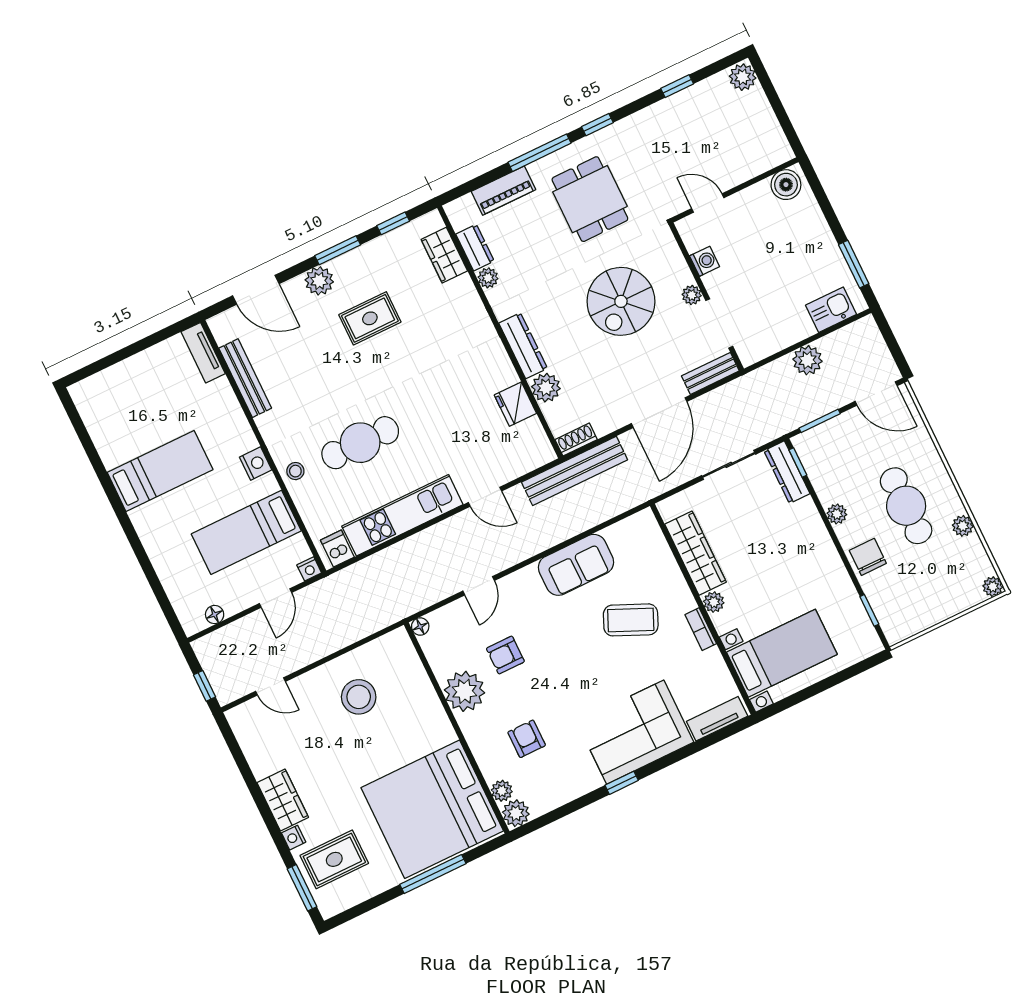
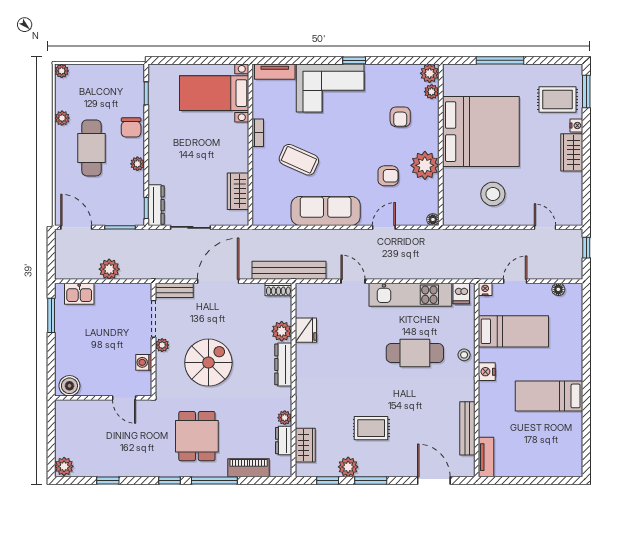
plant: (319, 281) -> (348, 467), moved
wardrobe: (695, 553) -> (238, 191), width x0.67
sofa: (576, 565) -> (326, 211), width x1.36
plant: (714, 602) -> (241, 146), removed
bed: (432, 809) -> (481, 132), moved

